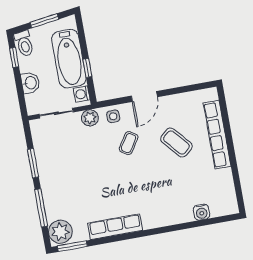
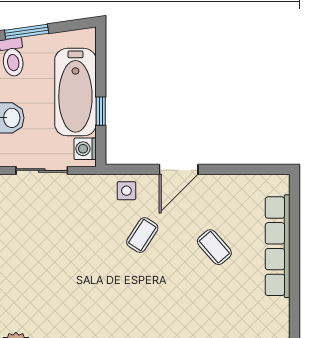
window: (44, 21) -> (27, 32), moved
plant: (90, 118) -> (91, 187), removed
coffee table: (176, 143) -> (214, 247), width x0.73, depth x0.77

